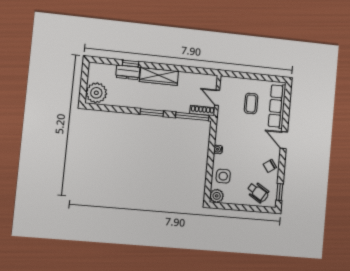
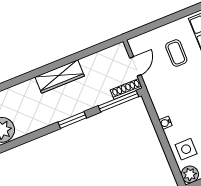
window: (131, 64) -> (22, 79), removed
dresser: (128, 72) -> (24, 90), removed
door: (217, 98) -> (135, 66), swing flipped

